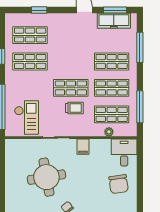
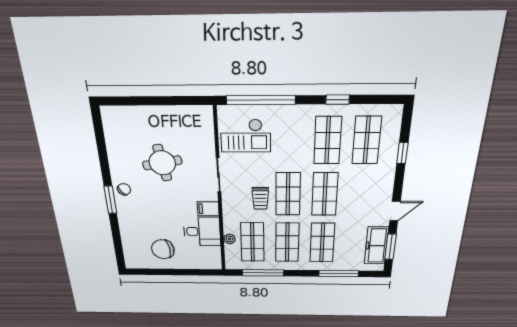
shop shelf: (71, 61) -> (325, 194), added
desk: (124, 152) -> (202, 232), moved
round table: (46, 177) -> (162, 163), width x0.73, depth x0.73

